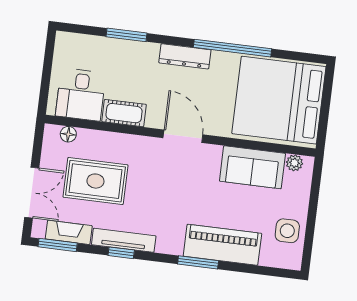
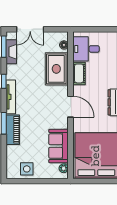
door: (183, 136) -> (71, 107), hinge flipped
rug: (95, 181) -> (56, 69), moved
tv unit: (124, 240) -> (11, 97), moved
piano: (222, 245) -> (13, 130), width x0.73, depth x0.75

